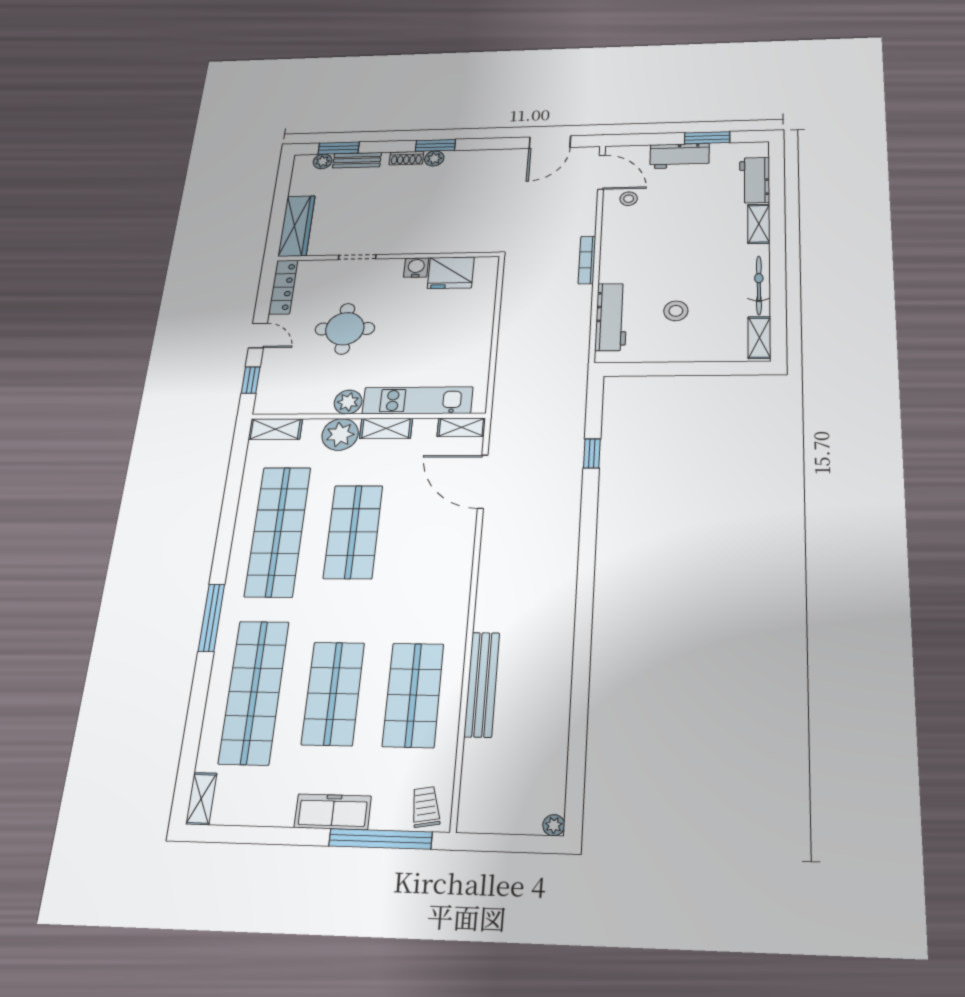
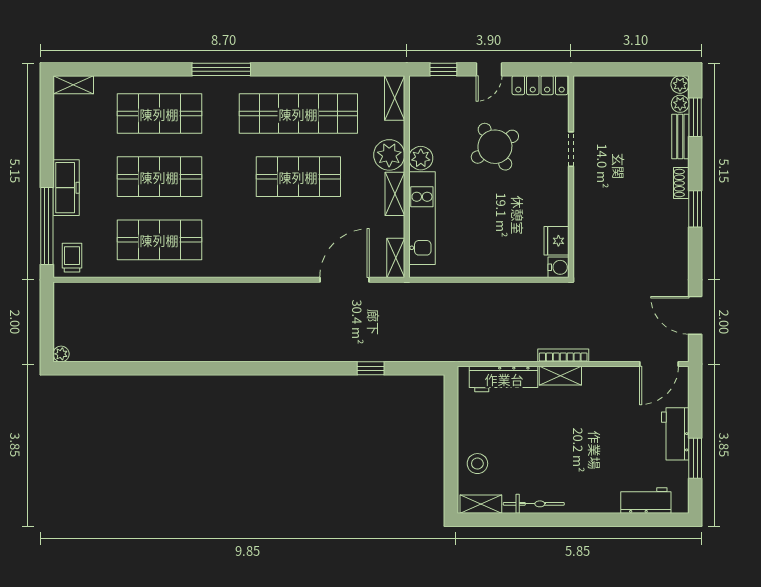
plant: (434, 158) -> (680, 85), moved
stool: (629, 199) -> (629, 390), removed
shelving: (759, 224) -> (560, 376), moved
wardrobe: (297, 226) -> (607, 89), removed
water cooler: (416, 268) -> (558, 267), moved
fridge: (451, 273) -> (556, 241), width x0.73, depth x0.75
stool: (676, 311) -> (477, 464), moved
round table: (345, 329) -> (495, 147), turned -31
bench: (482, 684) -> (169, 292), removed
shop shelf: (254, 692) -> (159, 114), width x0.71
trolley: (426, 807) -> (72, 258), turned -80

